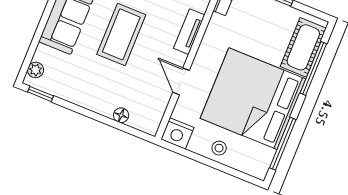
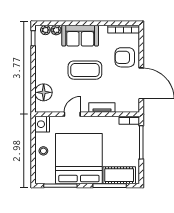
plant: (42, 54) -> (56, 30), added
floor lamp: (121, 115) -> (44, 92), width x1.89, depth x1.89

